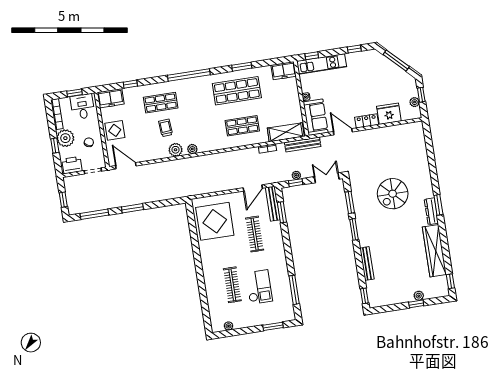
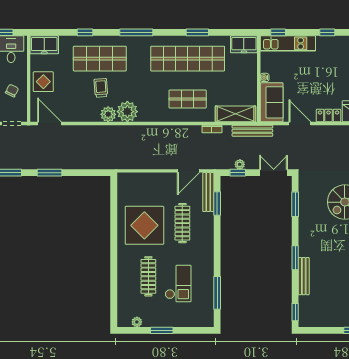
window: (189, 75) -> (136, 32), width x0.68
window: (130, 84) -> (85, 32), moved
shop shelf: (237, 91) -> (188, 59), width x1.40
shop shelf: (161, 103) -> (100, 59), width x1.43, depth x1.36
plant: (192, 149) -> (127, 112), width x1.87, depth x1.87
display table: (215, 221) -> (144, 225), moved
window: (354, 229) -> (295, 258), moved
window: (273, 326) -> (162, 330), moved

